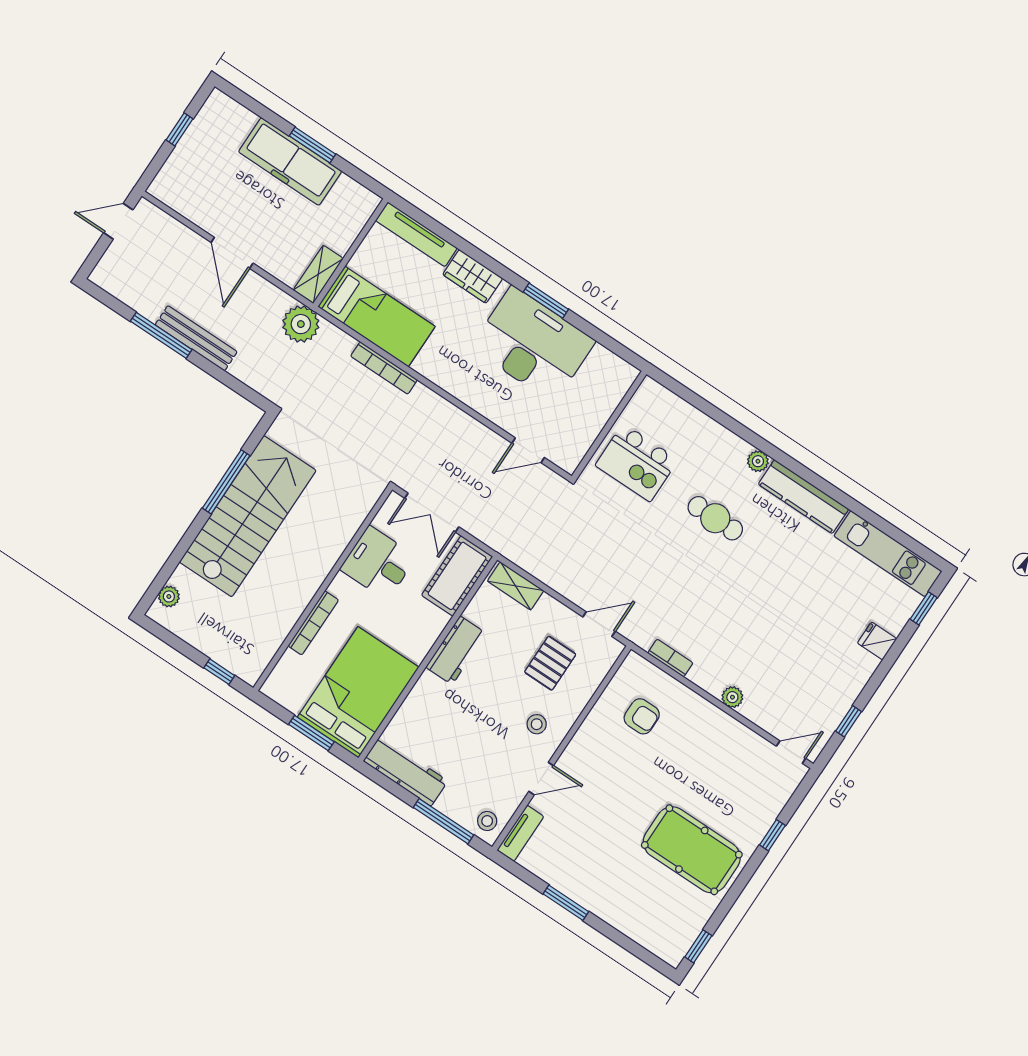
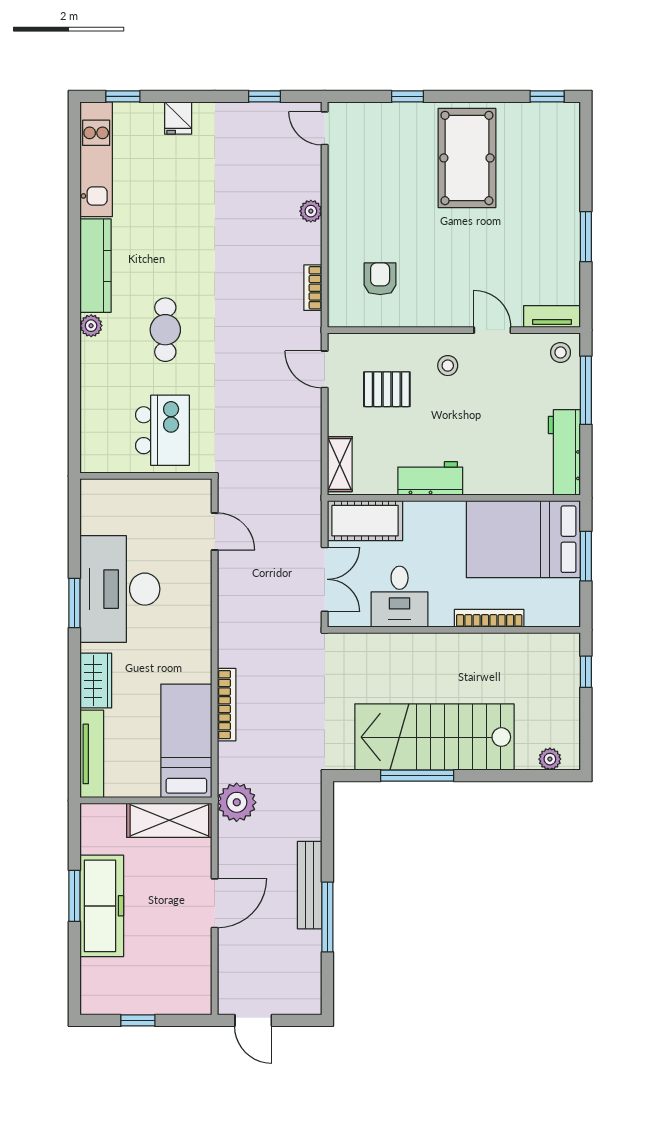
shelving: (318, 274) -> (169, 820), width x1.50, depth x1.33

